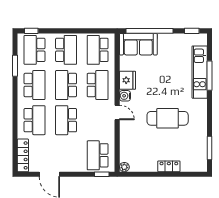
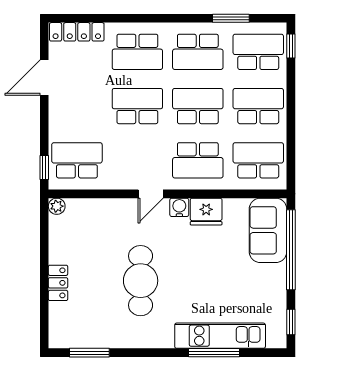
school desk: (66, 50) -> (258, 106), turned 180

